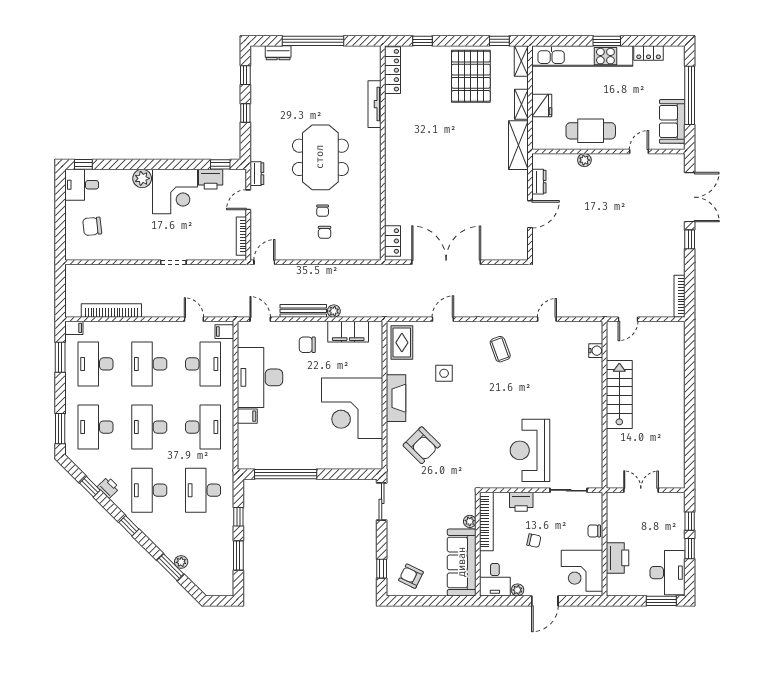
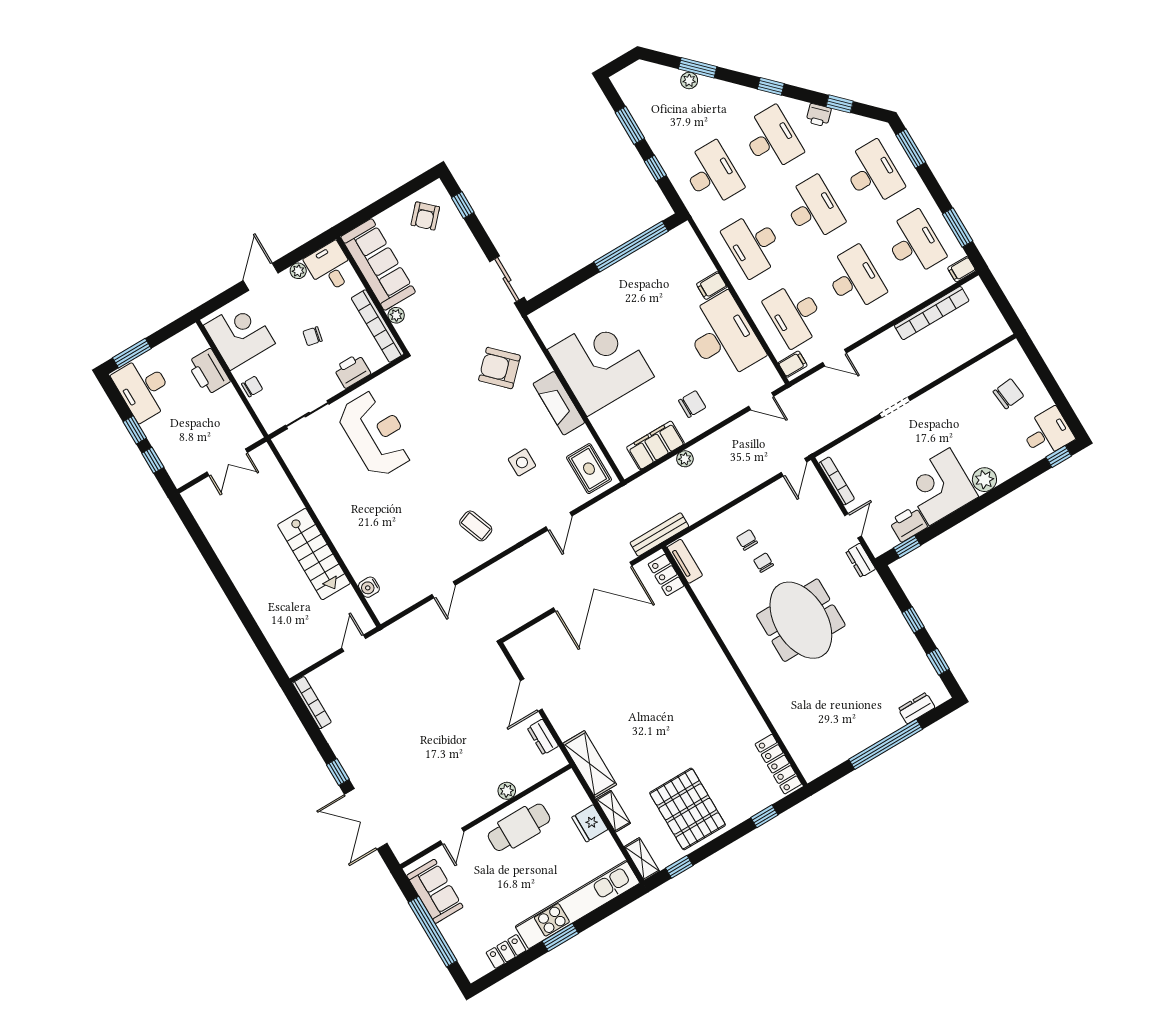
tv unit: (375, 104) -> (685, 561), moved, width x0.71
bench: (303, 311) -> (659, 535), moved
armchair: (411, 576) -> (425, 216), turned 107

